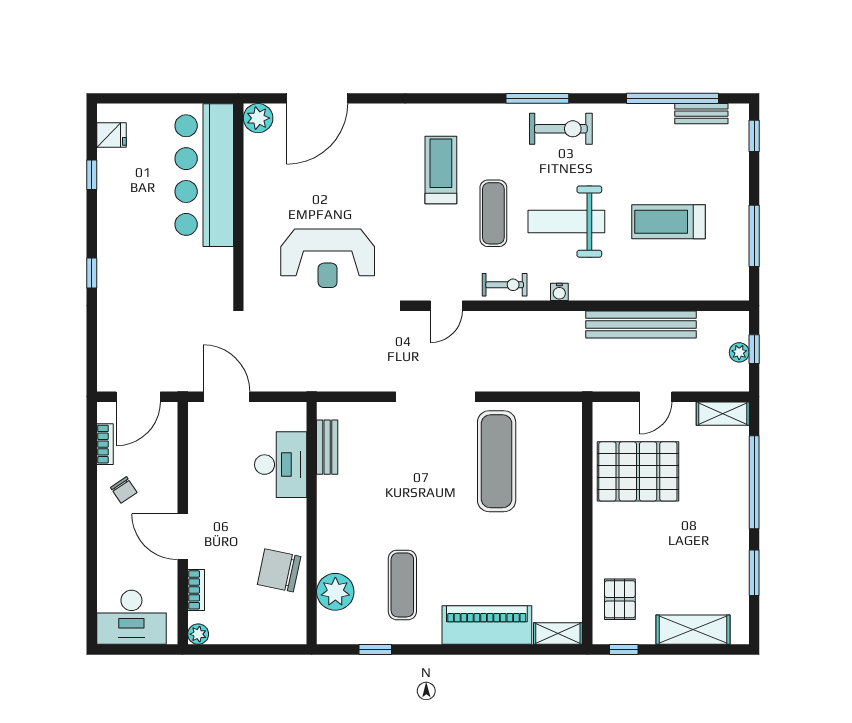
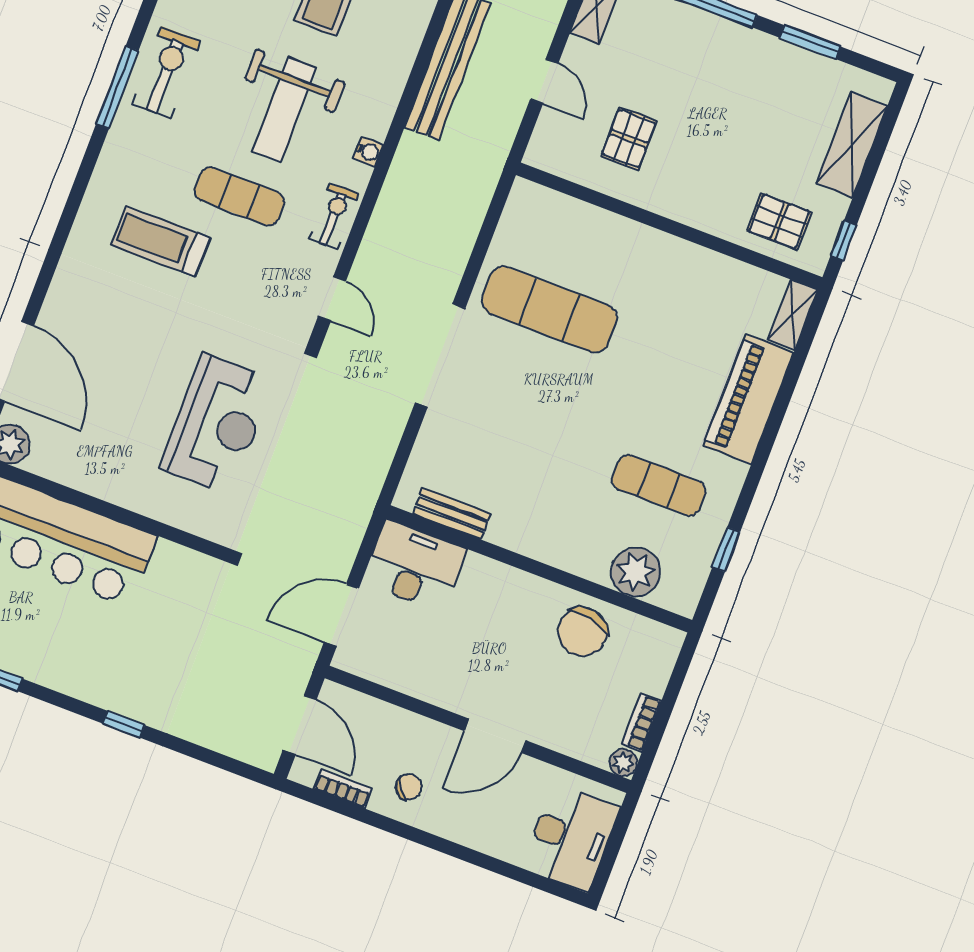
desk: (281, 465) -> (414, 566), moved
pallet: (638, 471) -> (629, 139), width x0.49, depth x0.50
bookcase: (196, 590) -> (642, 722), moved, turned -90

